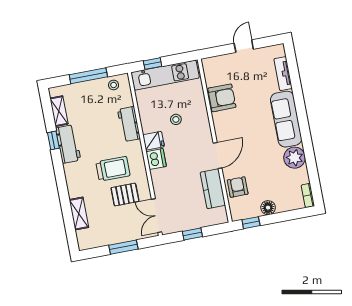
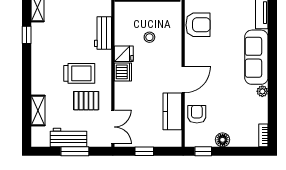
workbench: (68, 144) -> (68, 138), moved, turned -90
plant: (295, 158) -> (262, 91), width x0.53, depth x0.53
double door: (157, 216) -> (113, 127), swing flipped

